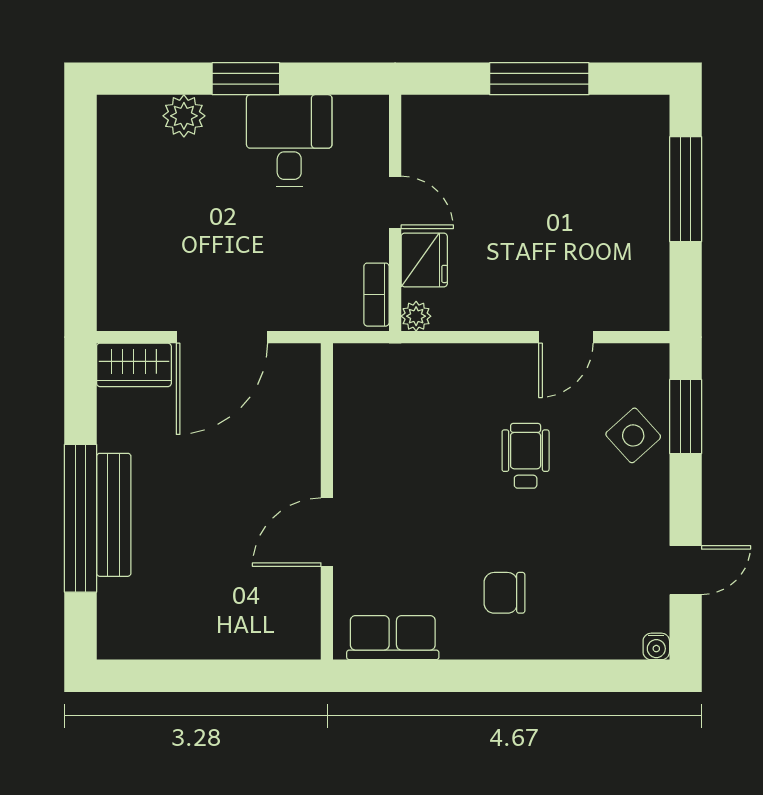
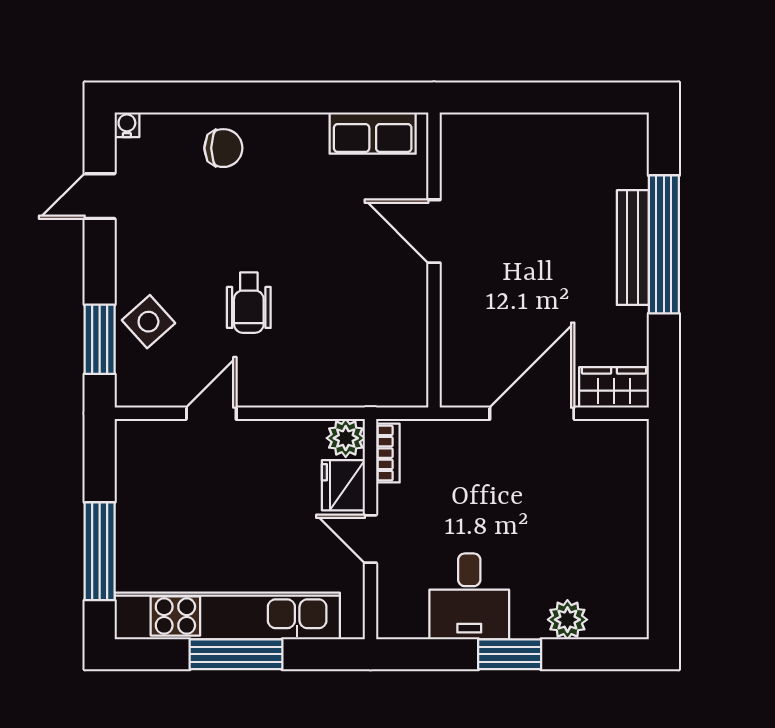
kitchen unit: (549, 120) -> (227, 616), added
plant: (416, 316) -> (346, 438), width x1.38, depth x1.38
door: (327, 532) -> (434, 231), swing flipped
chair: (504, 593) -> (223, 148), moved

